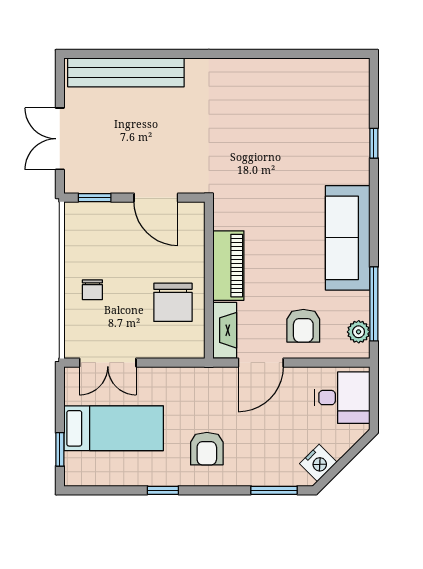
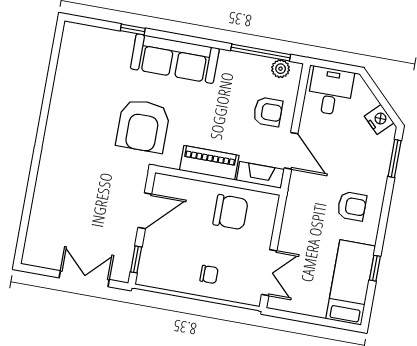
bench: (126, 72) -> (41, 217), removed
double door: (60, 139) -> (84, 279), swing flipped
armchair: (259, 177) -> (143, 126), added
sofa: (348, 238) -> (175, 59), moved
bed: (114, 428) -> (351, 282), moved
window: (60, 449) -> (331, 323), removed
window: (163, 490) -> (375, 268), moved

